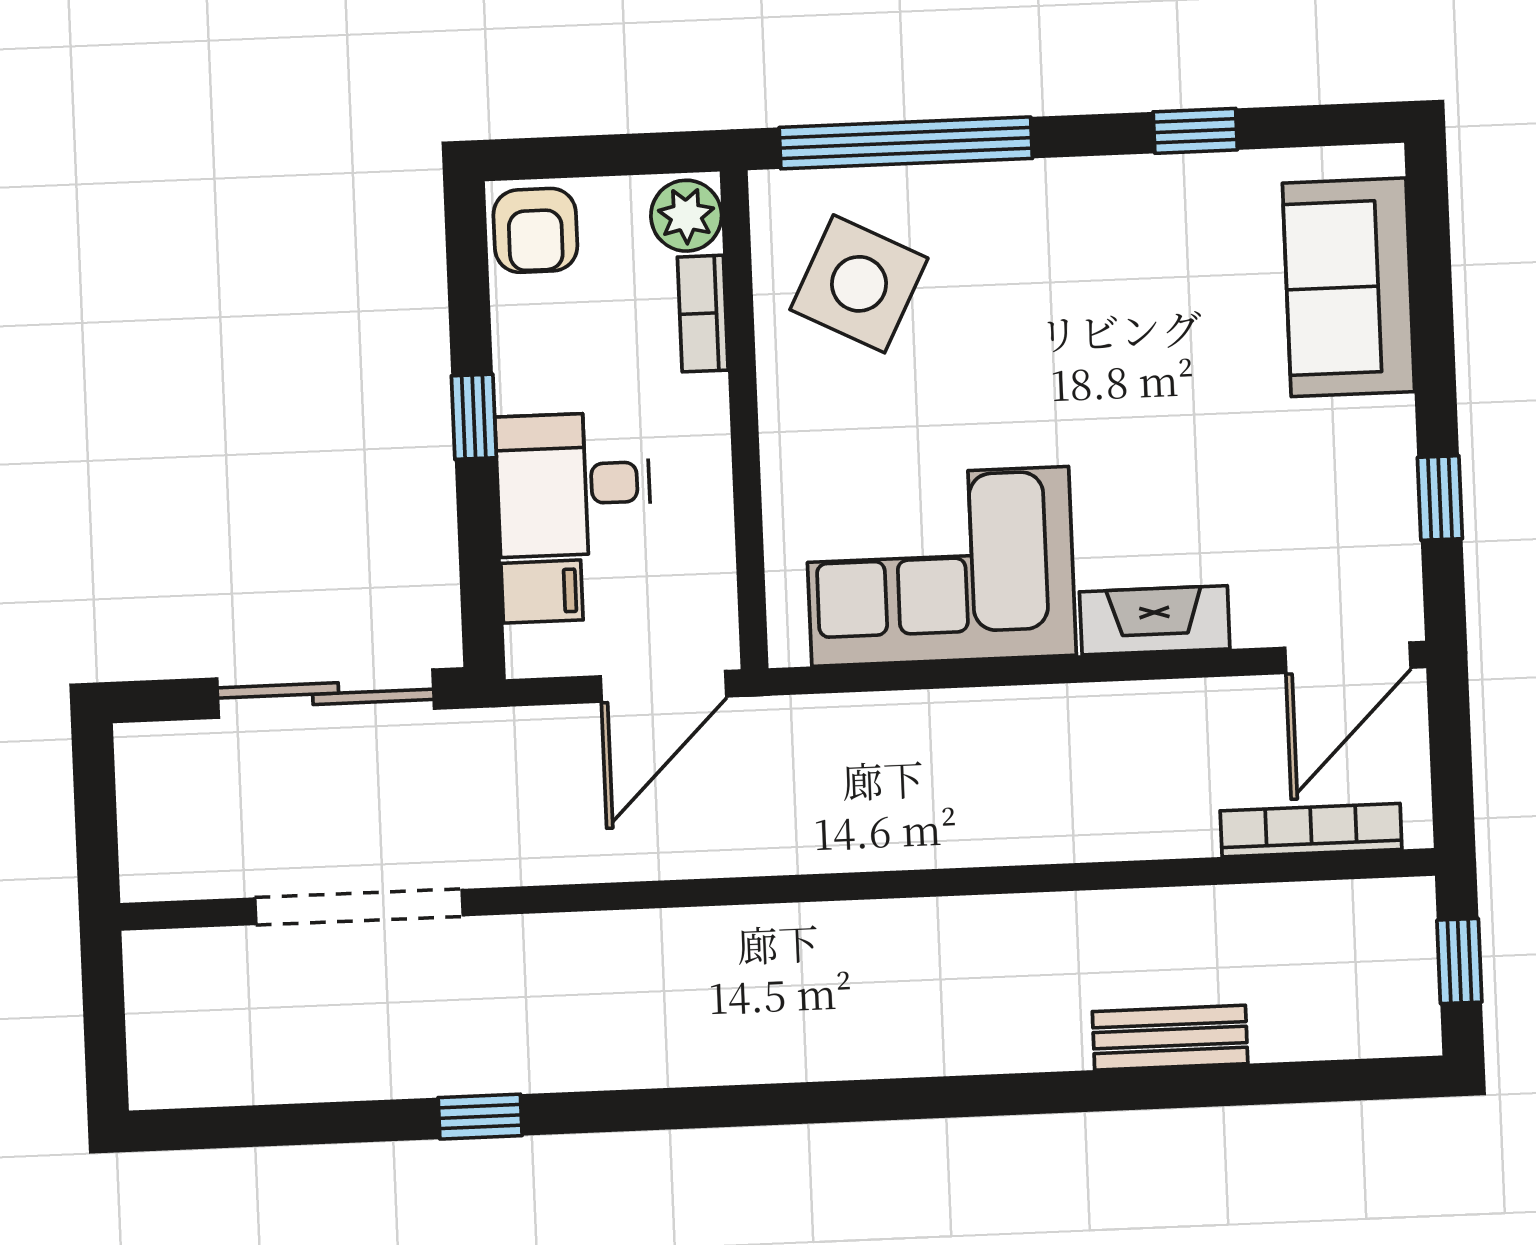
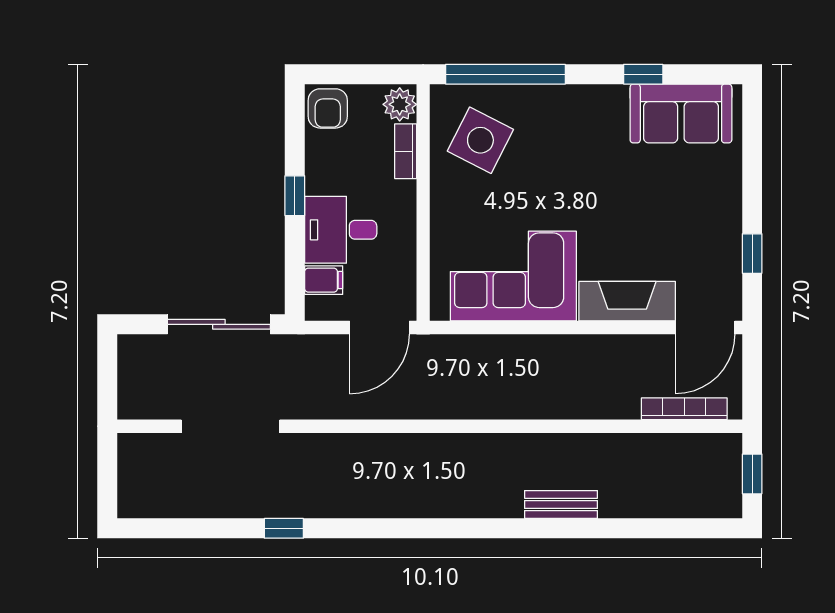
sofa: (1349, 287) -> (681, 113), moved, turned -90
fireplace: (1155, 620) -> (627, 301), width x1.37, depth x1.32
bench: (1170, 1038) -> (561, 504), moved

